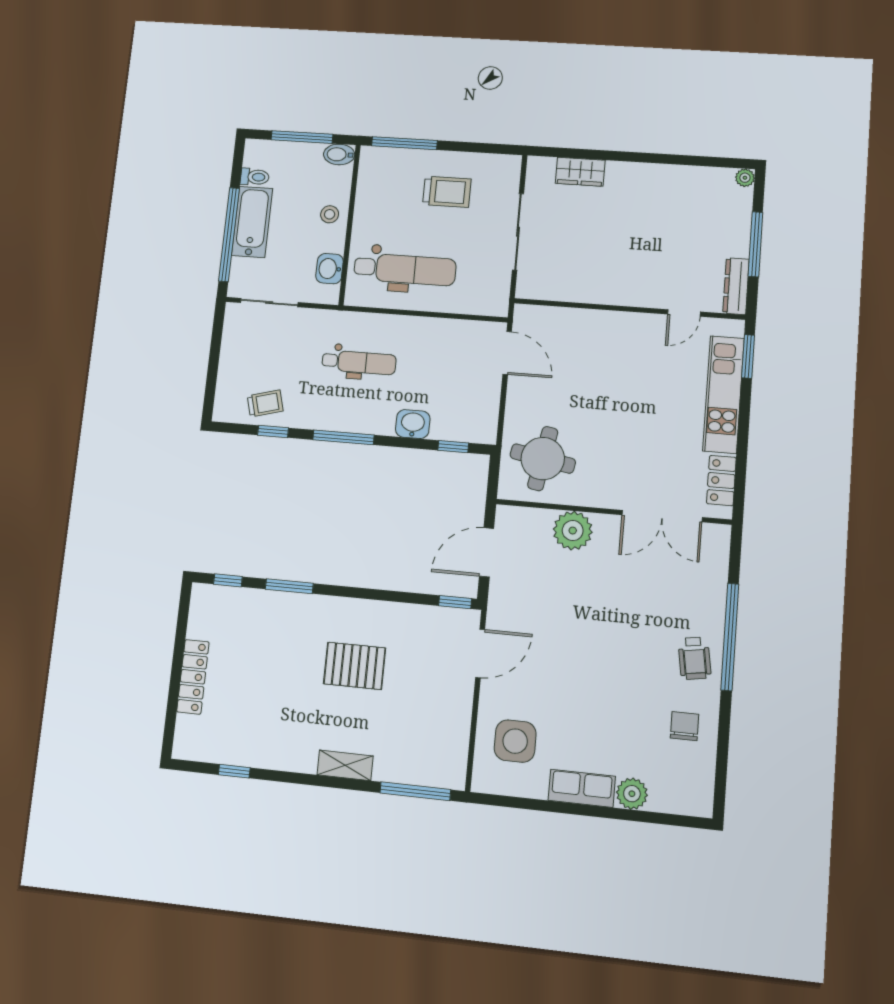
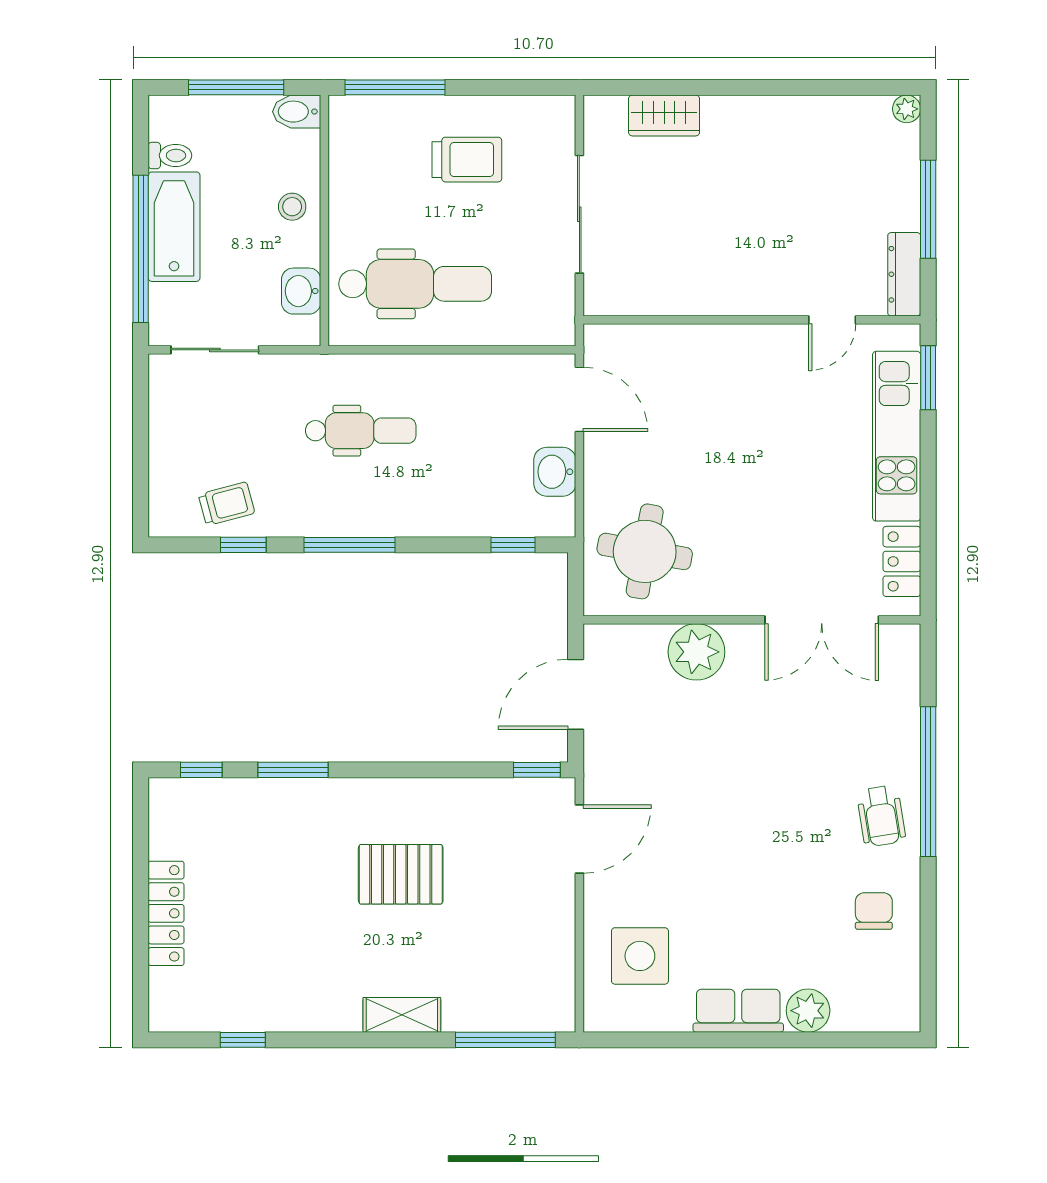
washbasin: (413, 424) -> (555, 472), moved, turned -90

